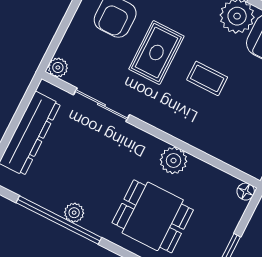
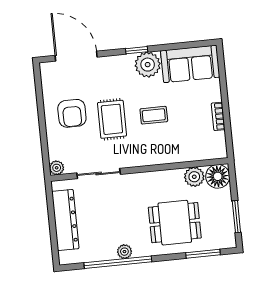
plant: (174, 160) -> (194, 177), moved
floor lamp: (246, 192) -> (218, 176), width x1.89, depth x1.89

